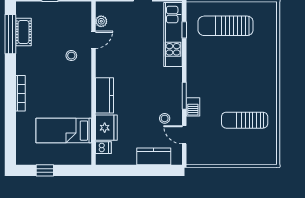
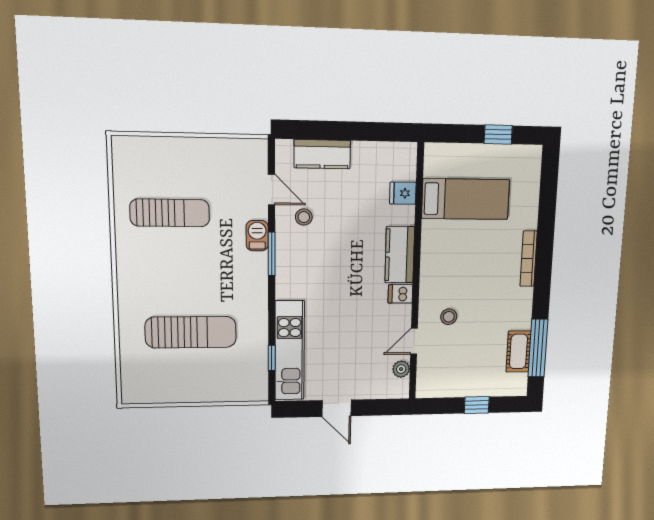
sun lounger: (226, 26) -> (191, 332), moved
fridge: (106, 128) -> (403, 193), width x0.53, depth x0.75
dishwasher: (103, 148) -> (400, 294), moved

